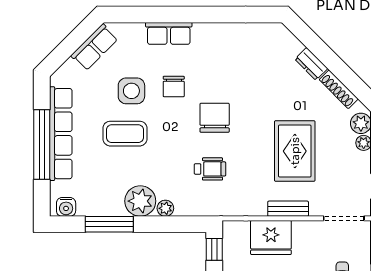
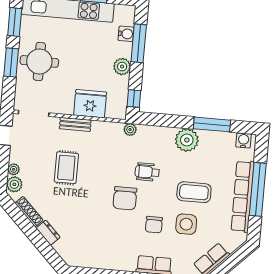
chair: (174, 87) -> (154, 225), turned 180
rug: (295, 151) -> (66, 168), width x0.73, depth x0.70
wheelchair: (210, 169) -> (147, 172), moved
plant: (165, 208) -> (130, 130), moved

